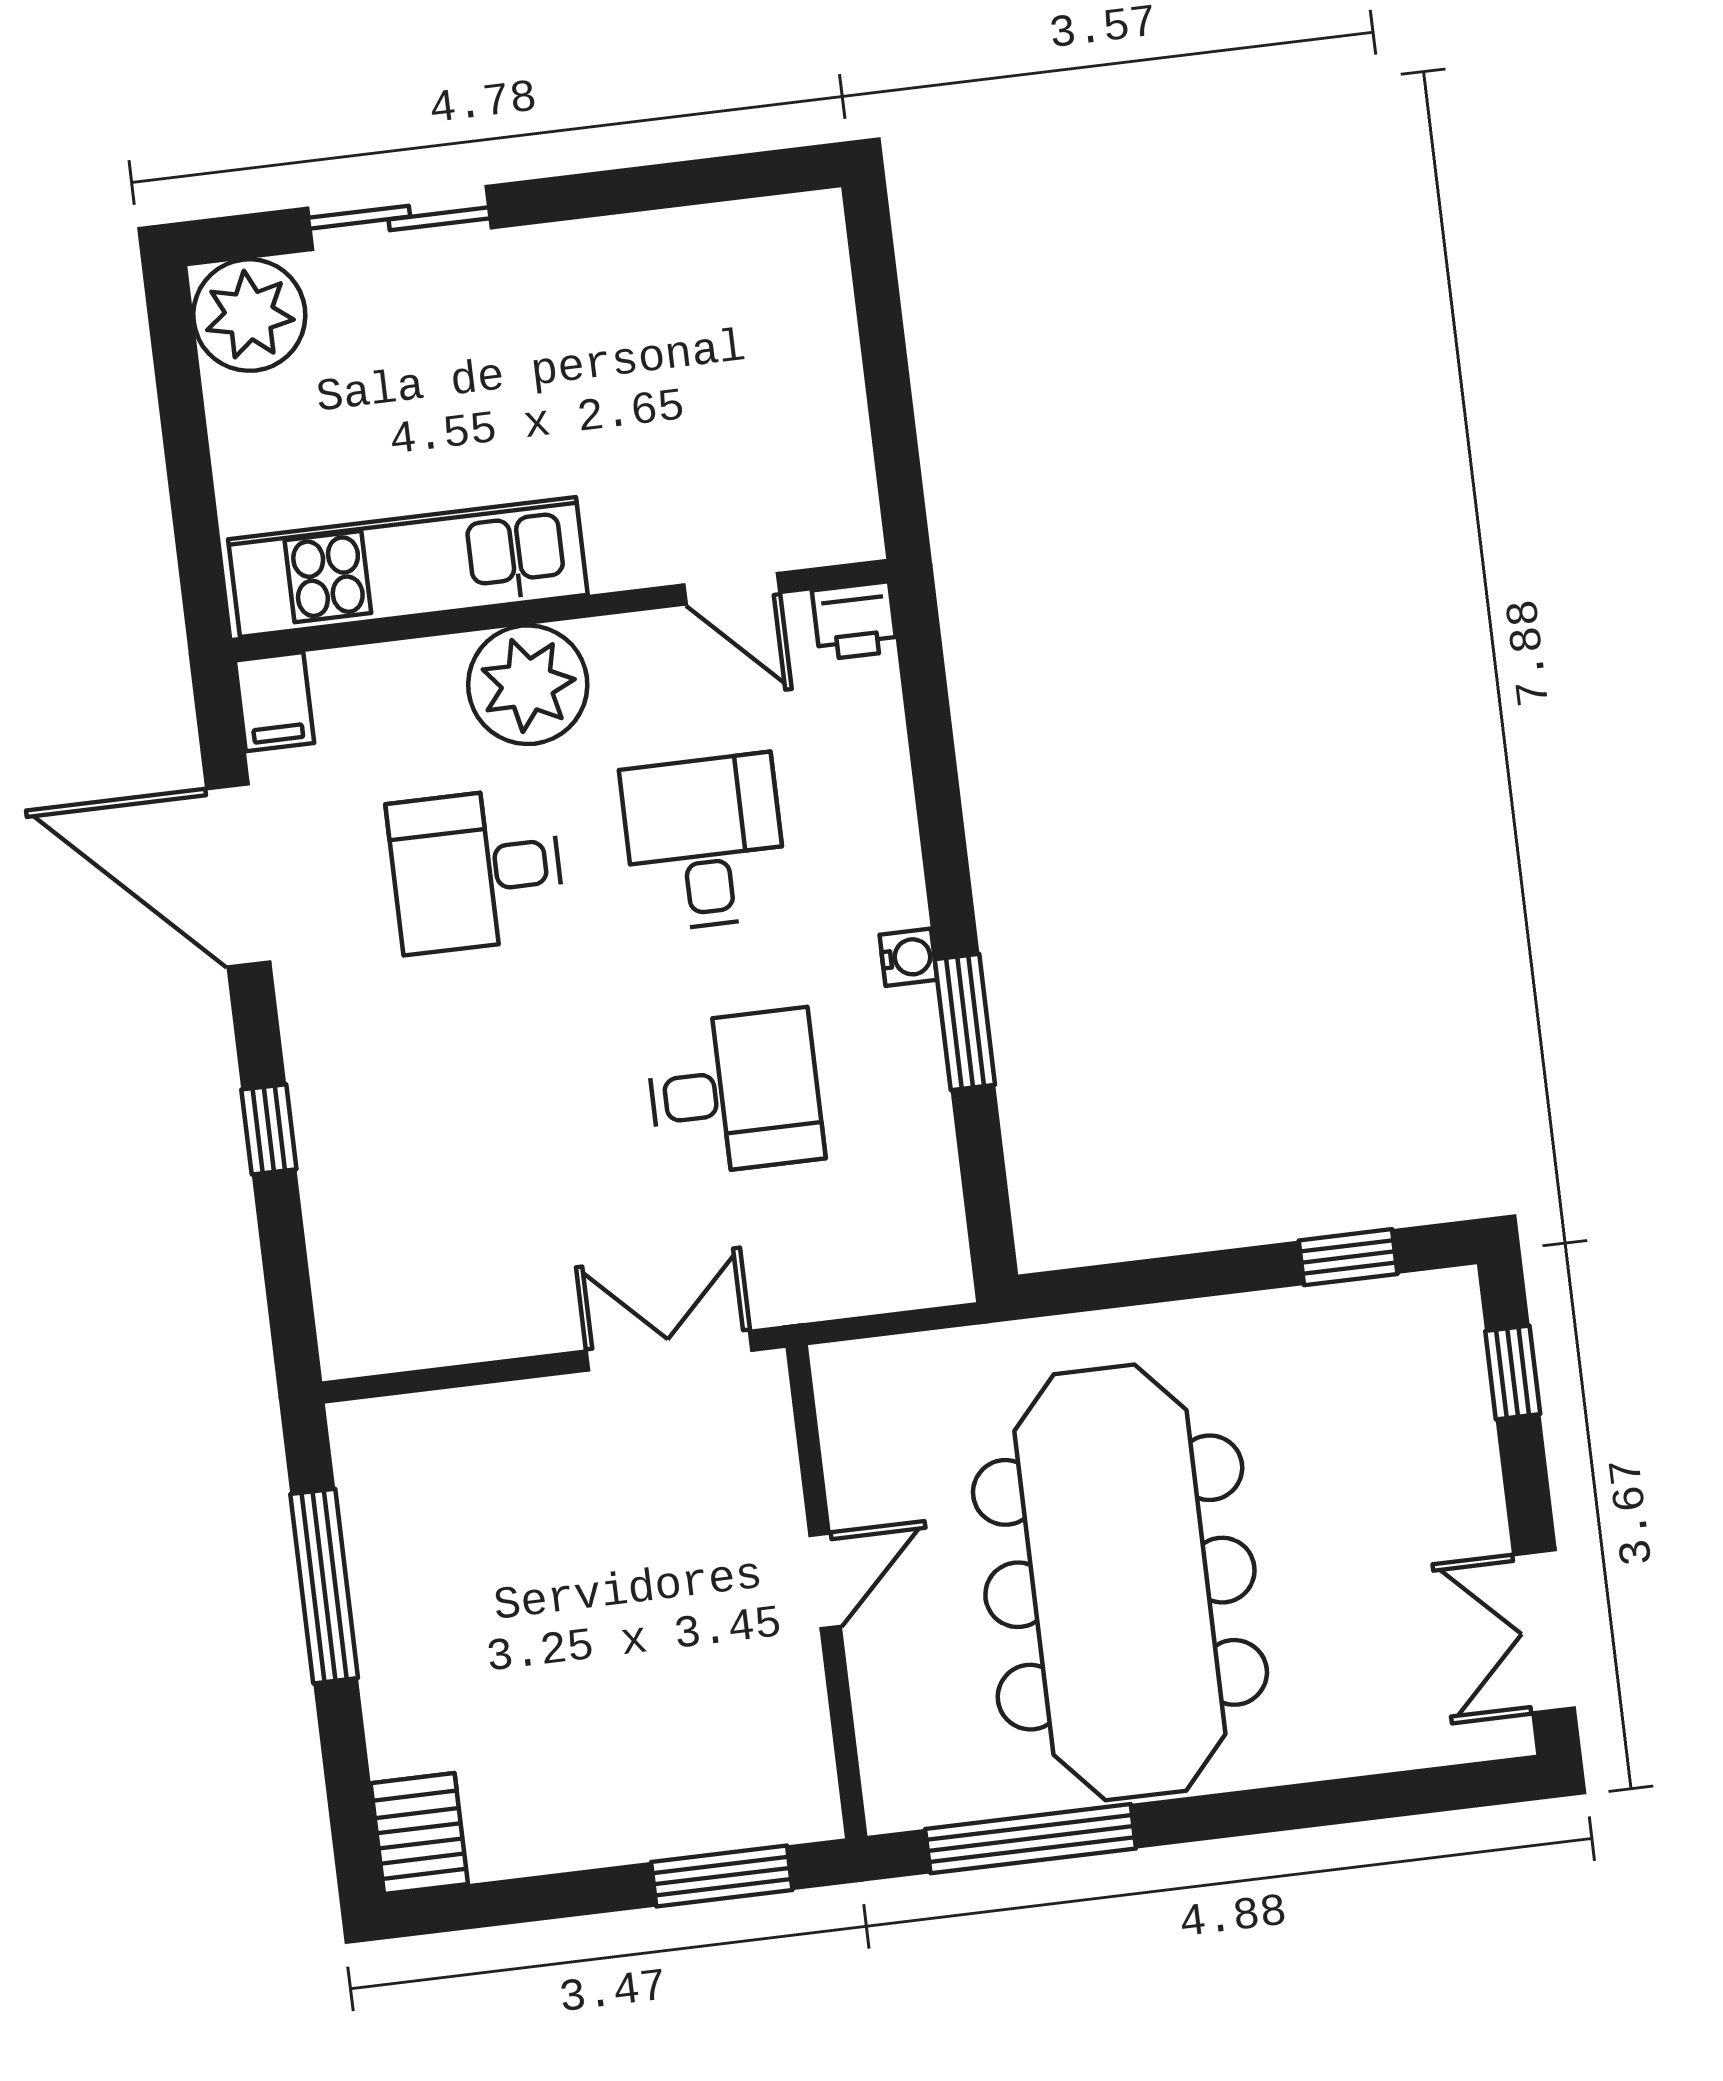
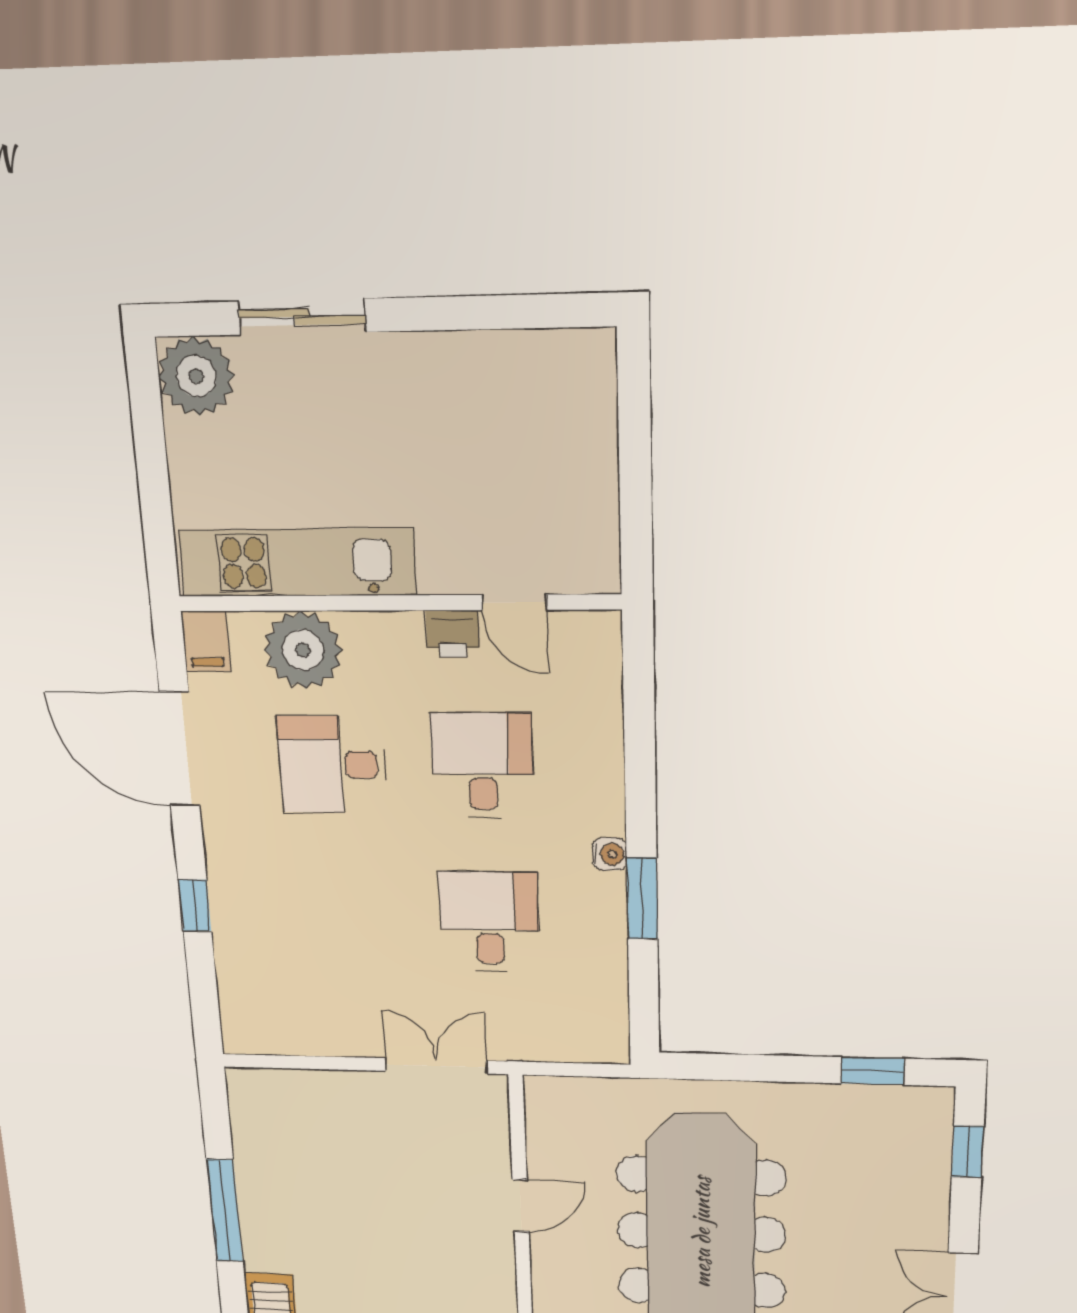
printer: (855, 621) -> (453, 634), moved
plant: (528, 685) -> (303, 650), moved
desk: (735, 1092) -> (489, 922), turned -90
window: (324, 1586) -> (225, 1210), moved

